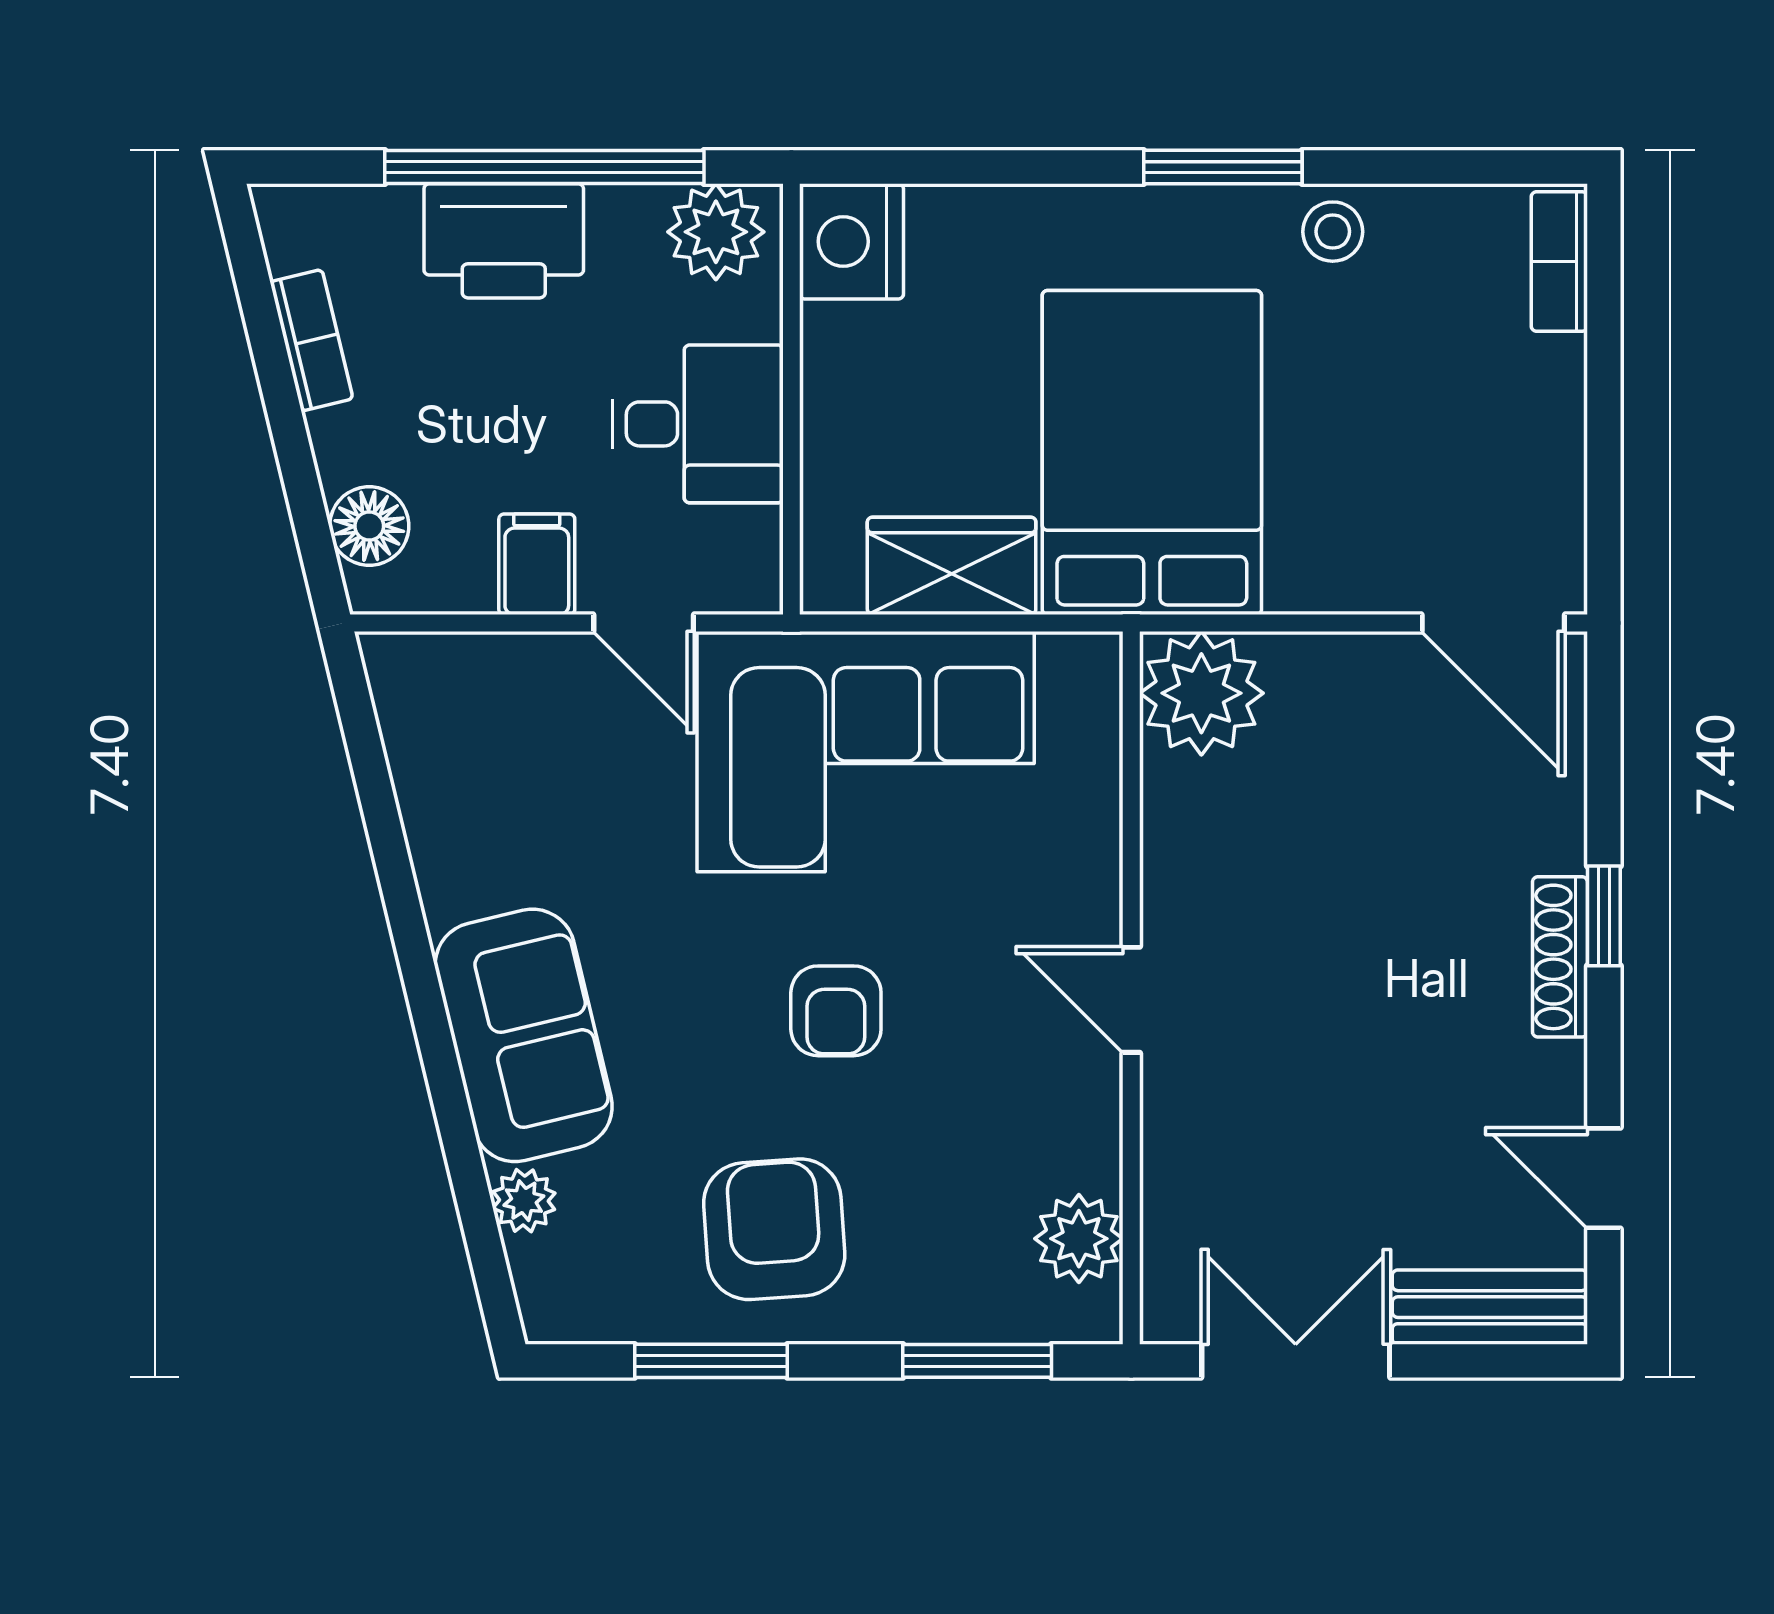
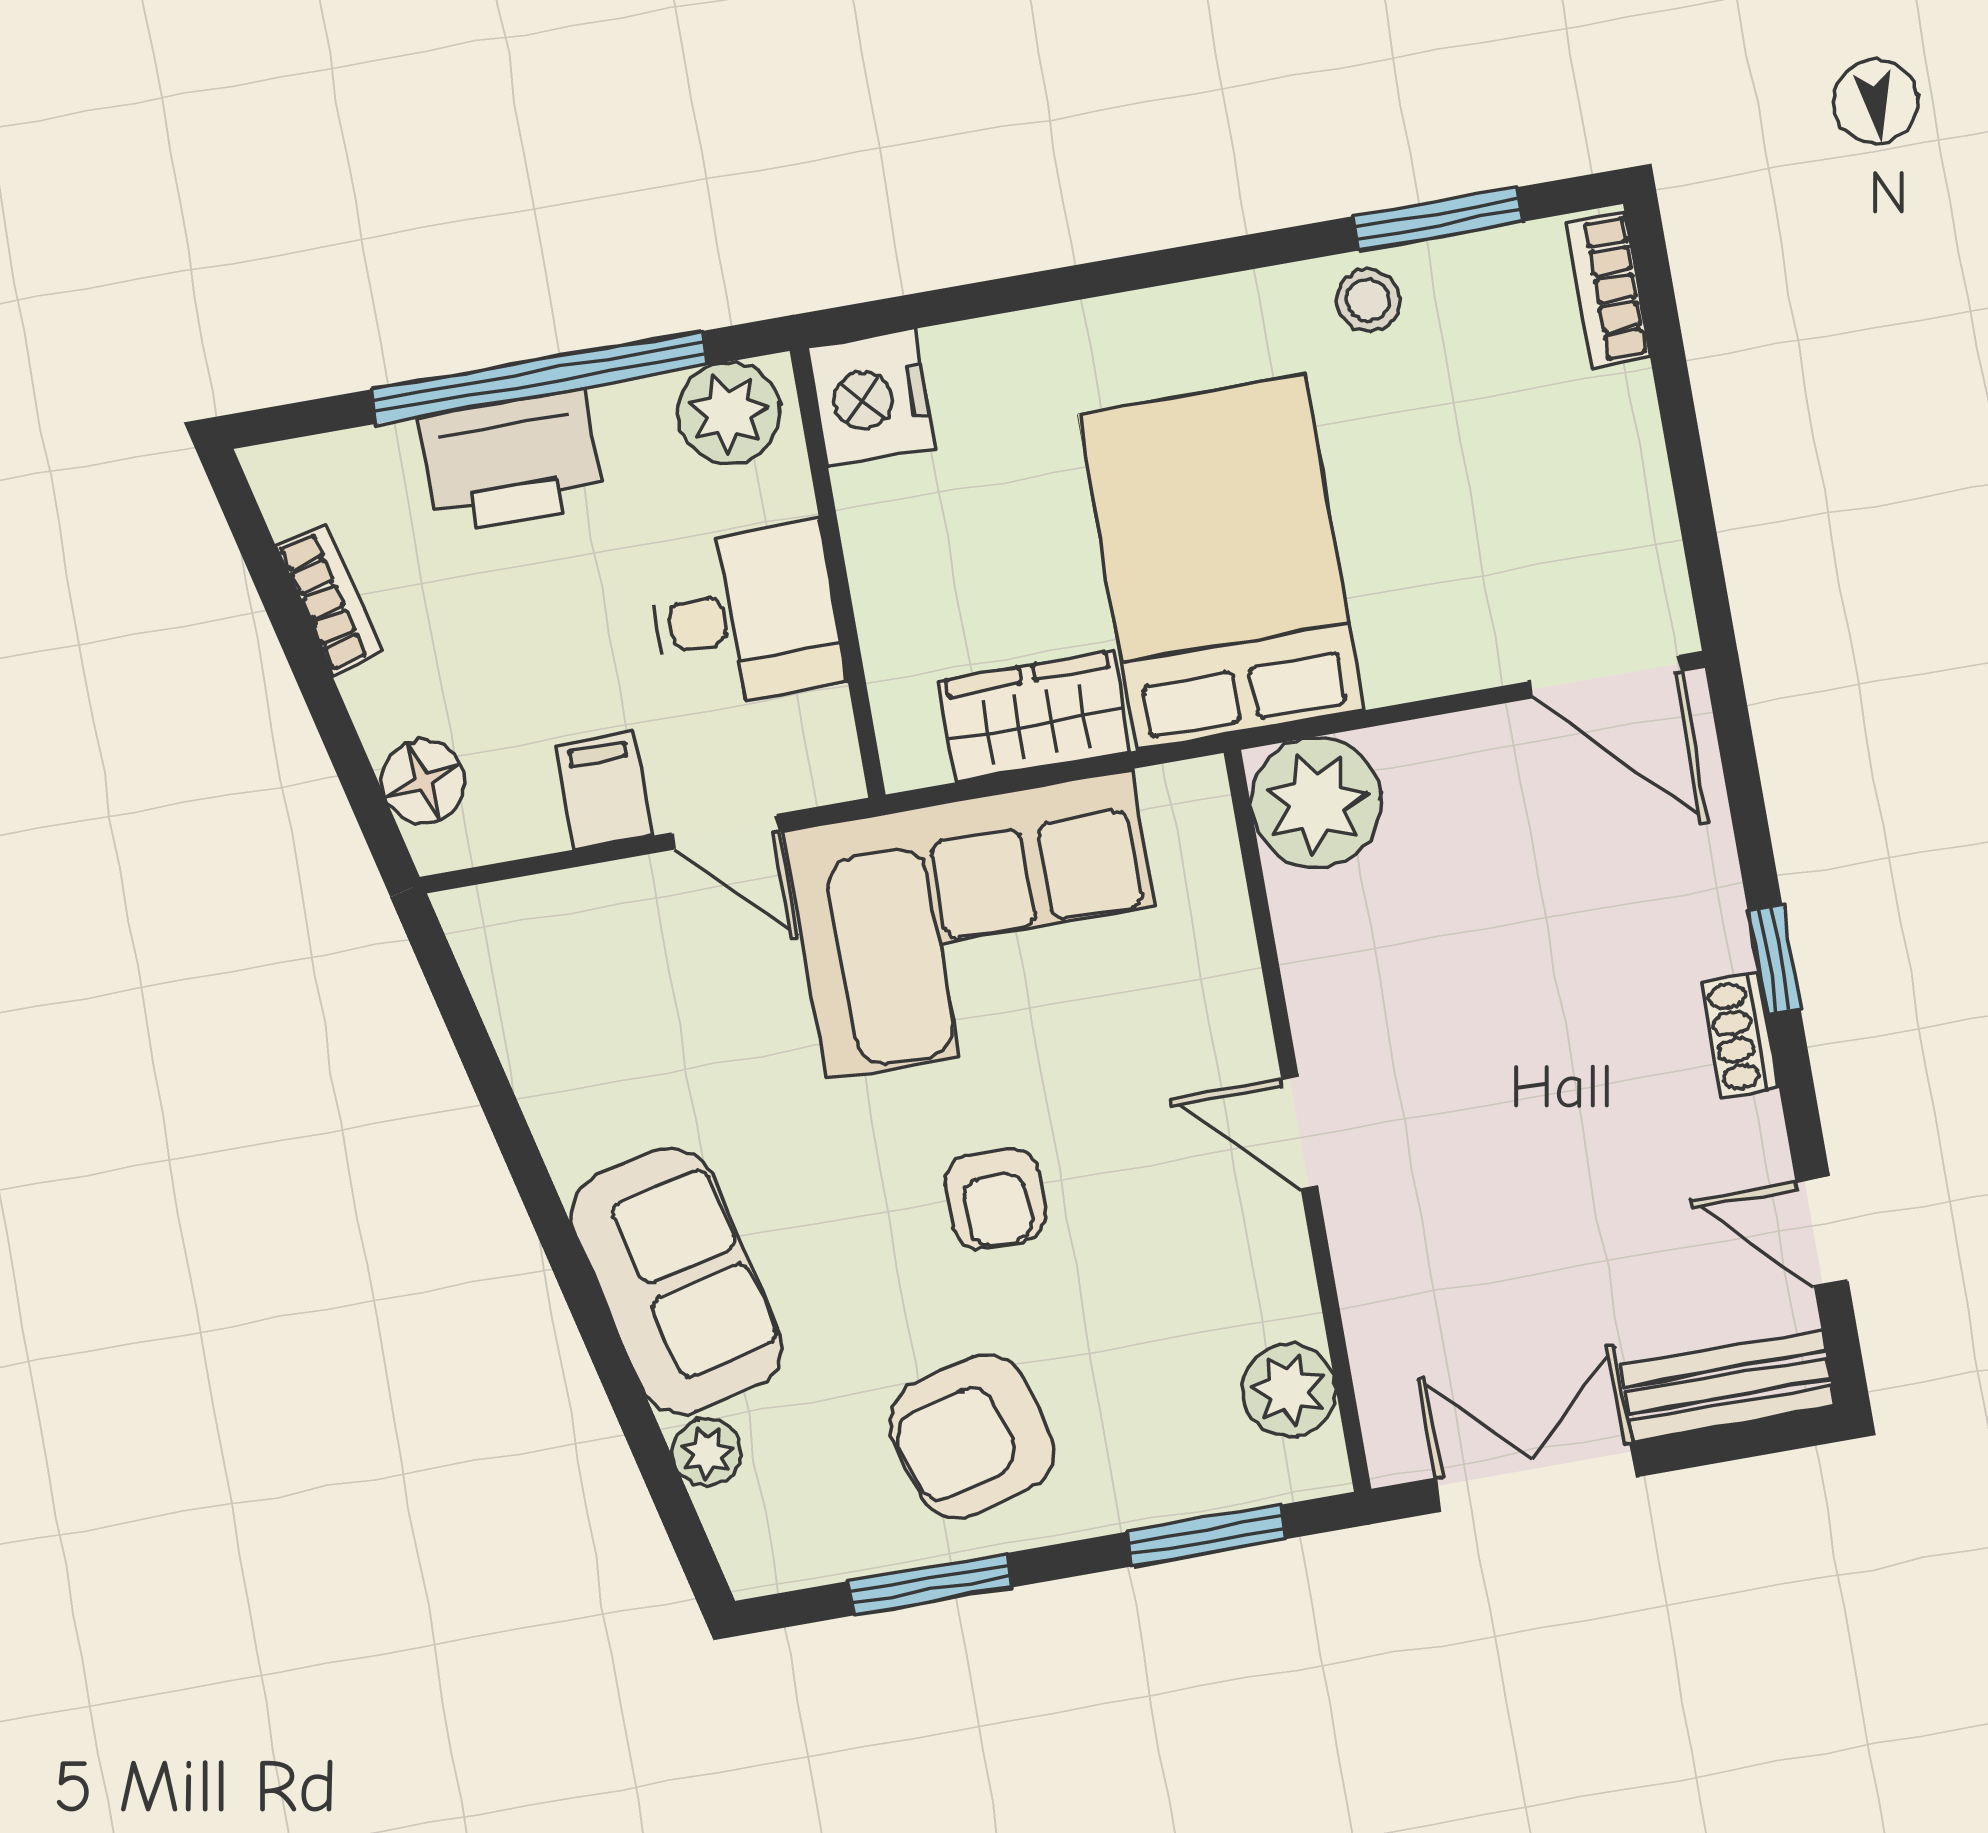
window: (1223, 167) -> (1438, 219), moved
shoe rack: (1560, 957) -> (1741, 1035), width x0.70
armchair: (774, 1229) -> (972, 1436), turned -101

